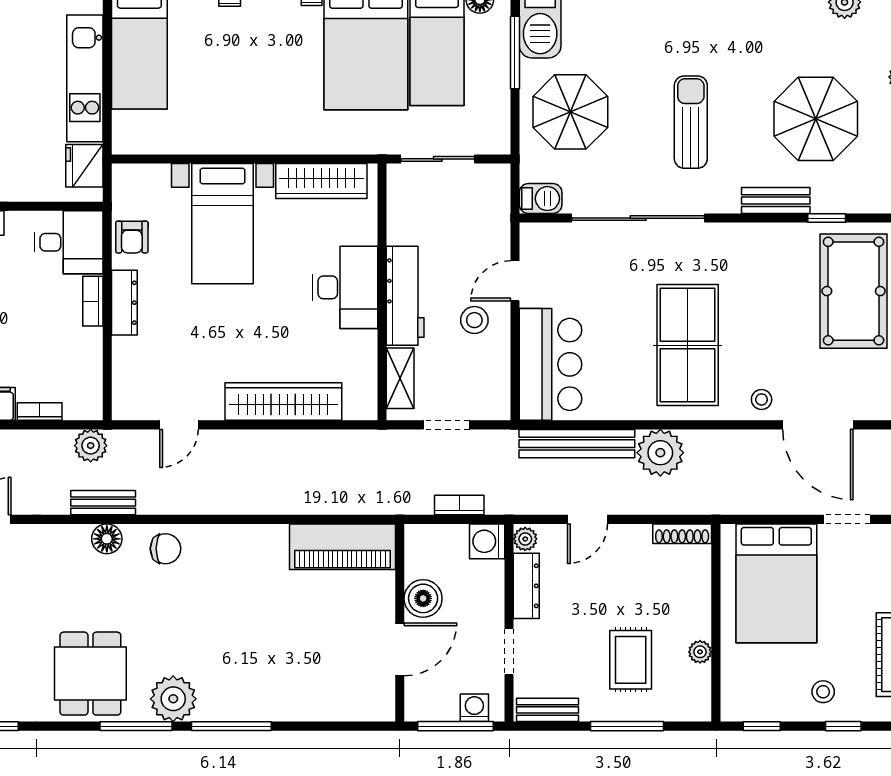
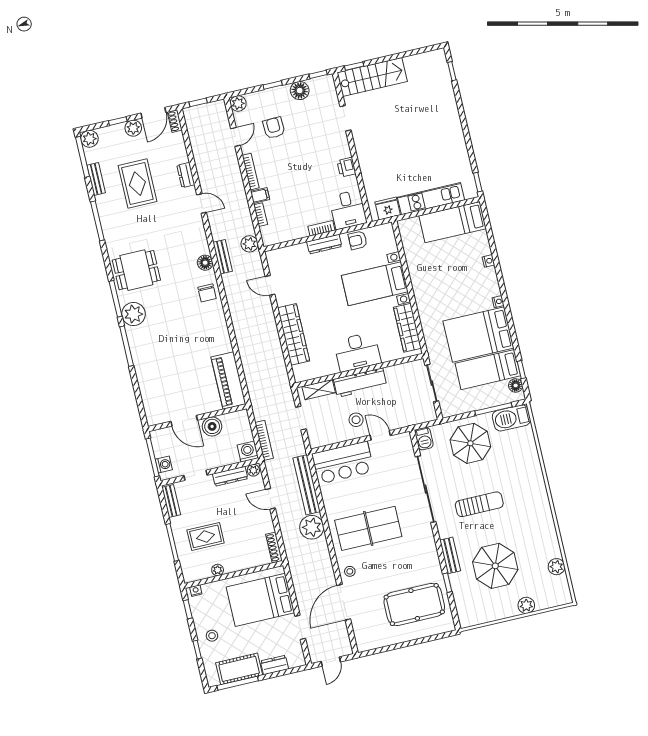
bookcase: (459, 505) -> (264, 440), width x1.56
nightstand: (730, 703) -> (196, 591), added

